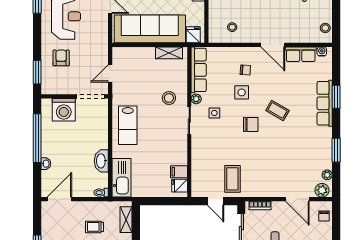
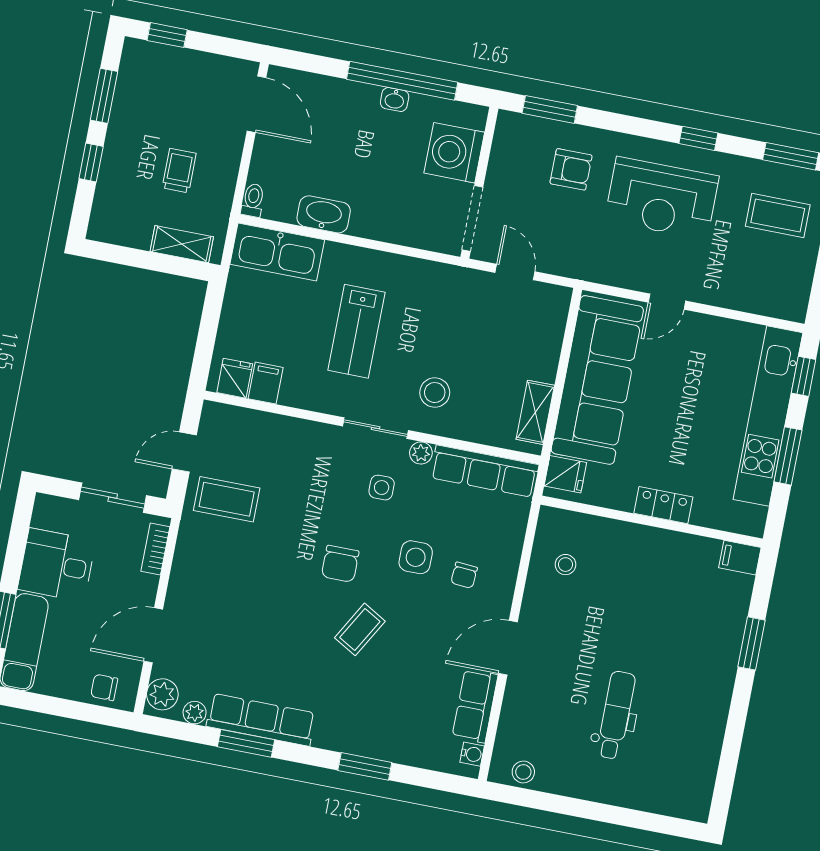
row of seats: (325, 103) -> (261, 720), moved
lab bench: (128, 125) -> (356, 331), moved, turned -90
washbasin: (46, 164) -> (395, 99), moved

